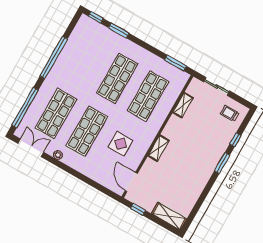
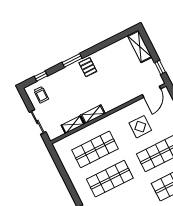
window: (176, 63) -> (57, 161), removed
window: (235, 140) -> (41, 76), moved
shelving: (159, 148) -> (93, 114), moved
pallet: (204, 166) -> (88, 67), added

